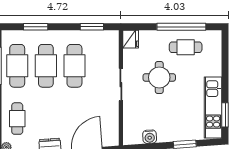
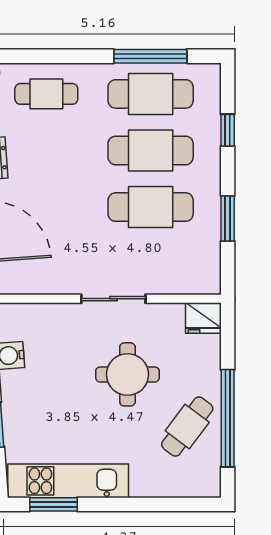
window: (36, 27) -> (228, 130), width x0.67
window: (92, 27) -> (228, 218), moved
cafe table: (186, 47) -> (187, 427), turned 37

